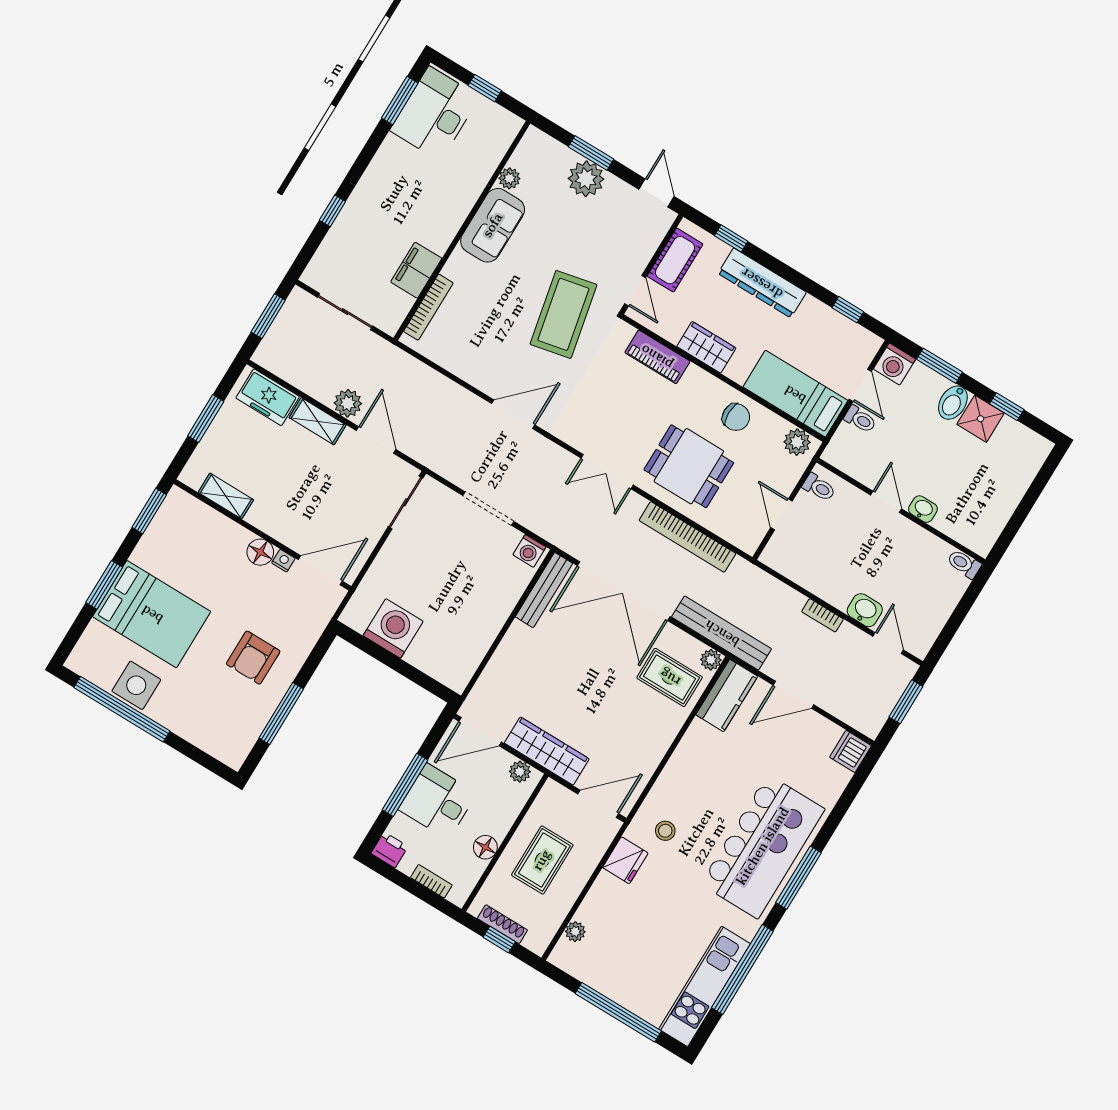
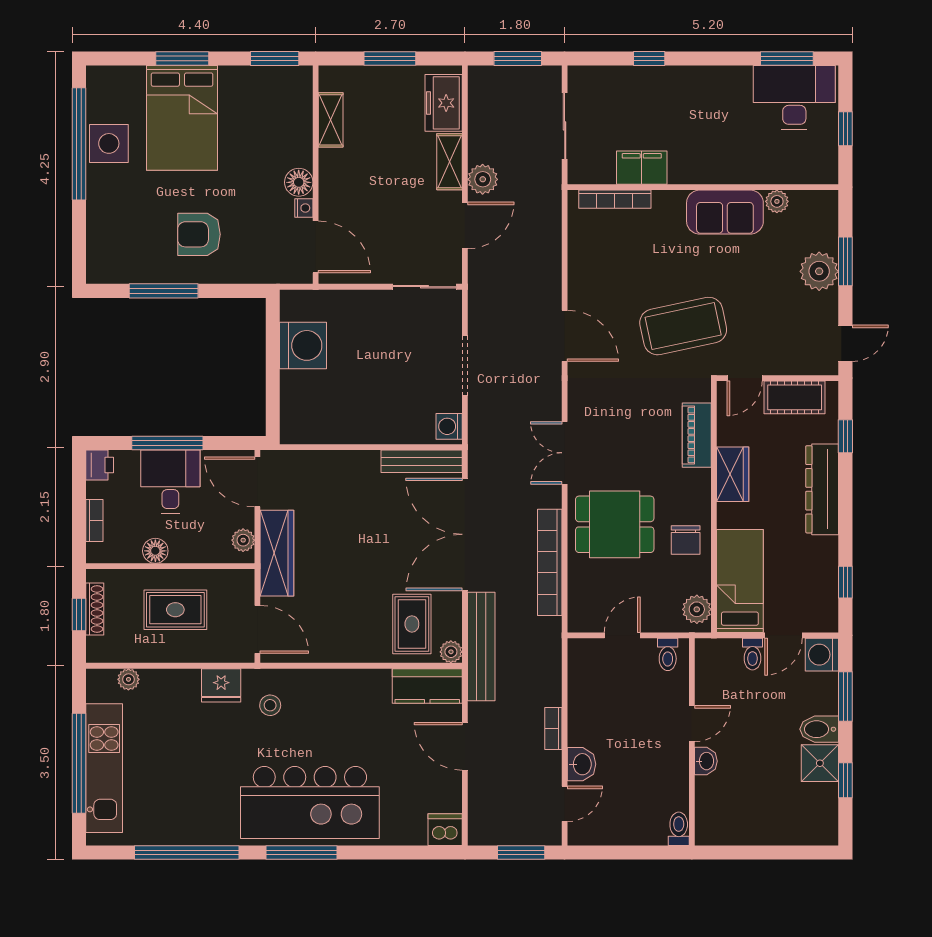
dining table: (689, 466) -> (615, 524), turned 90
kitchen unit: (705, 986) -> (104, 768), moved, turned 90

